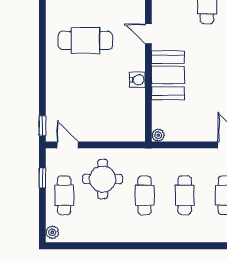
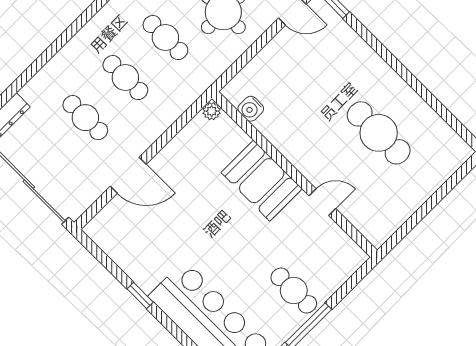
cafe table: (85, 40) -> (379, 133), turned 90
water cooler: (137, 80) -> (251, 109), moved

